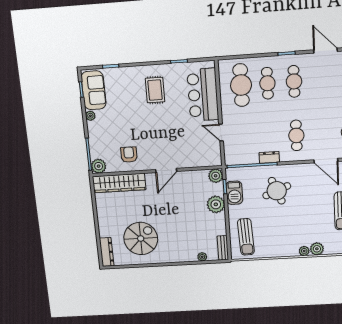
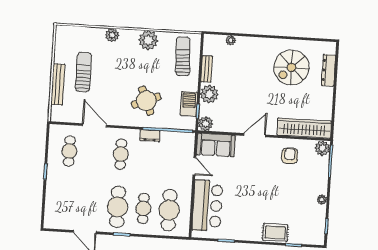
cafe table: (294, 81) -> (118, 207), width x1.37, depth x1.35
sofa: (94, 90) -> (216, 145), moved, turned -90
rug: (155, 90) -> (275, 233), moved, turned 90
armchair: (129, 155) -> (290, 156), turned 180
bench: (223, 248) -> (207, 69), moved
plant: (304, 251) -> (148, 40), moved, width x1.88, depth x1.88
dresser: (107, 252) -> (329, 70), moved

